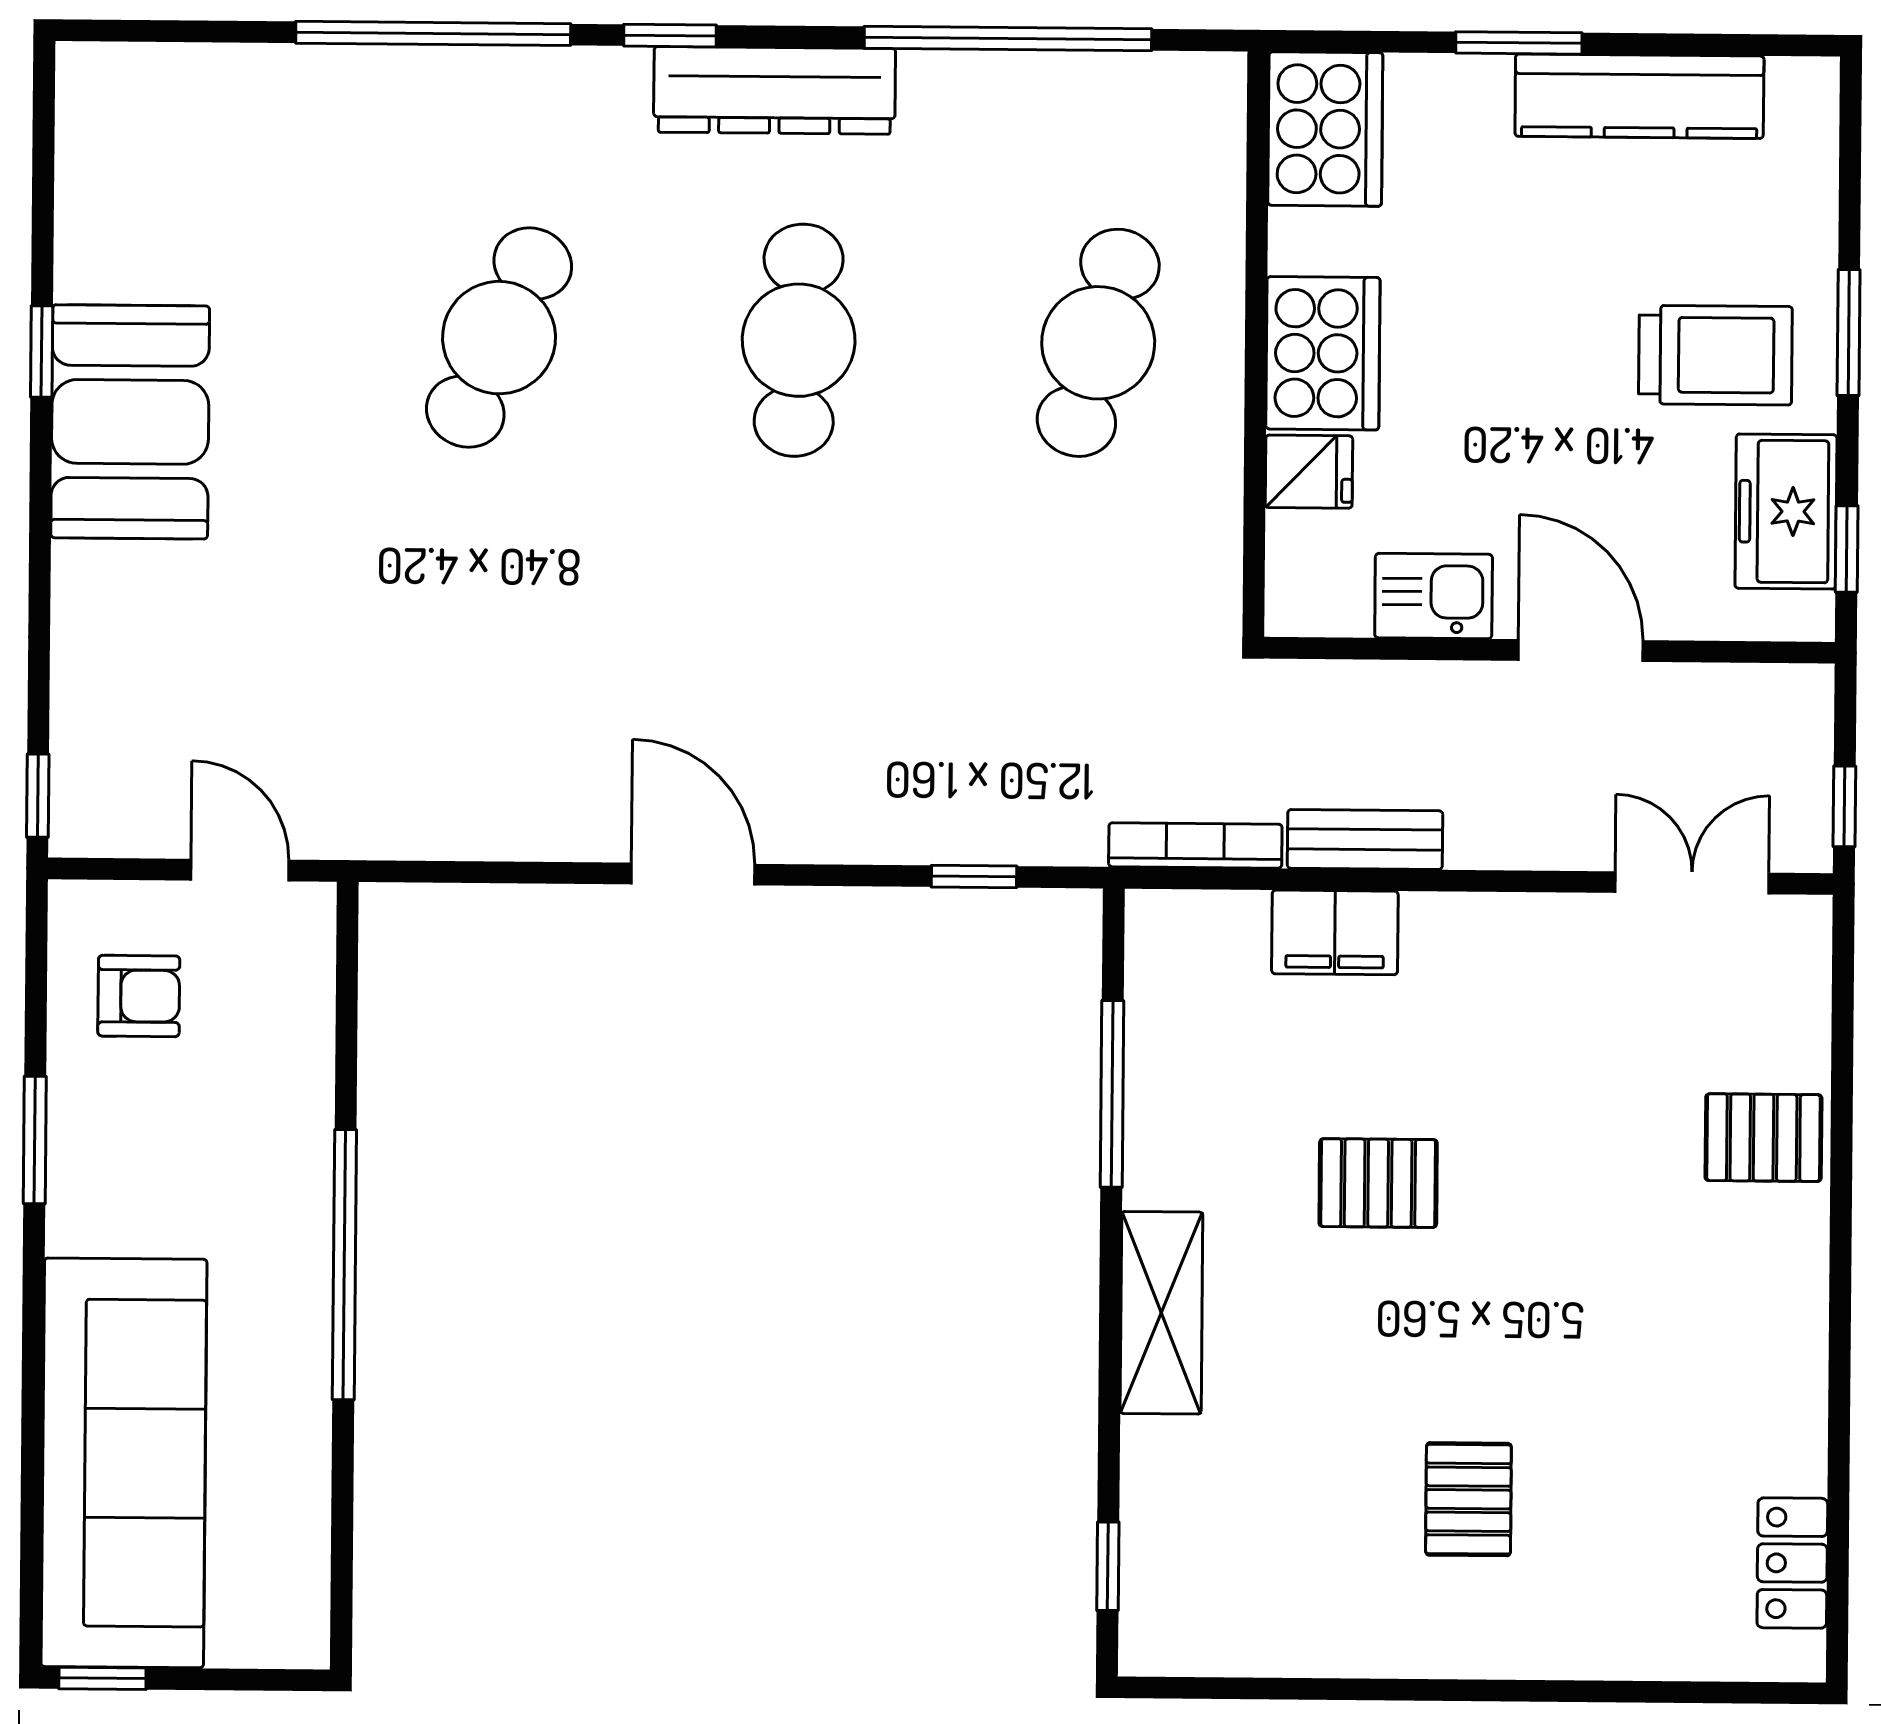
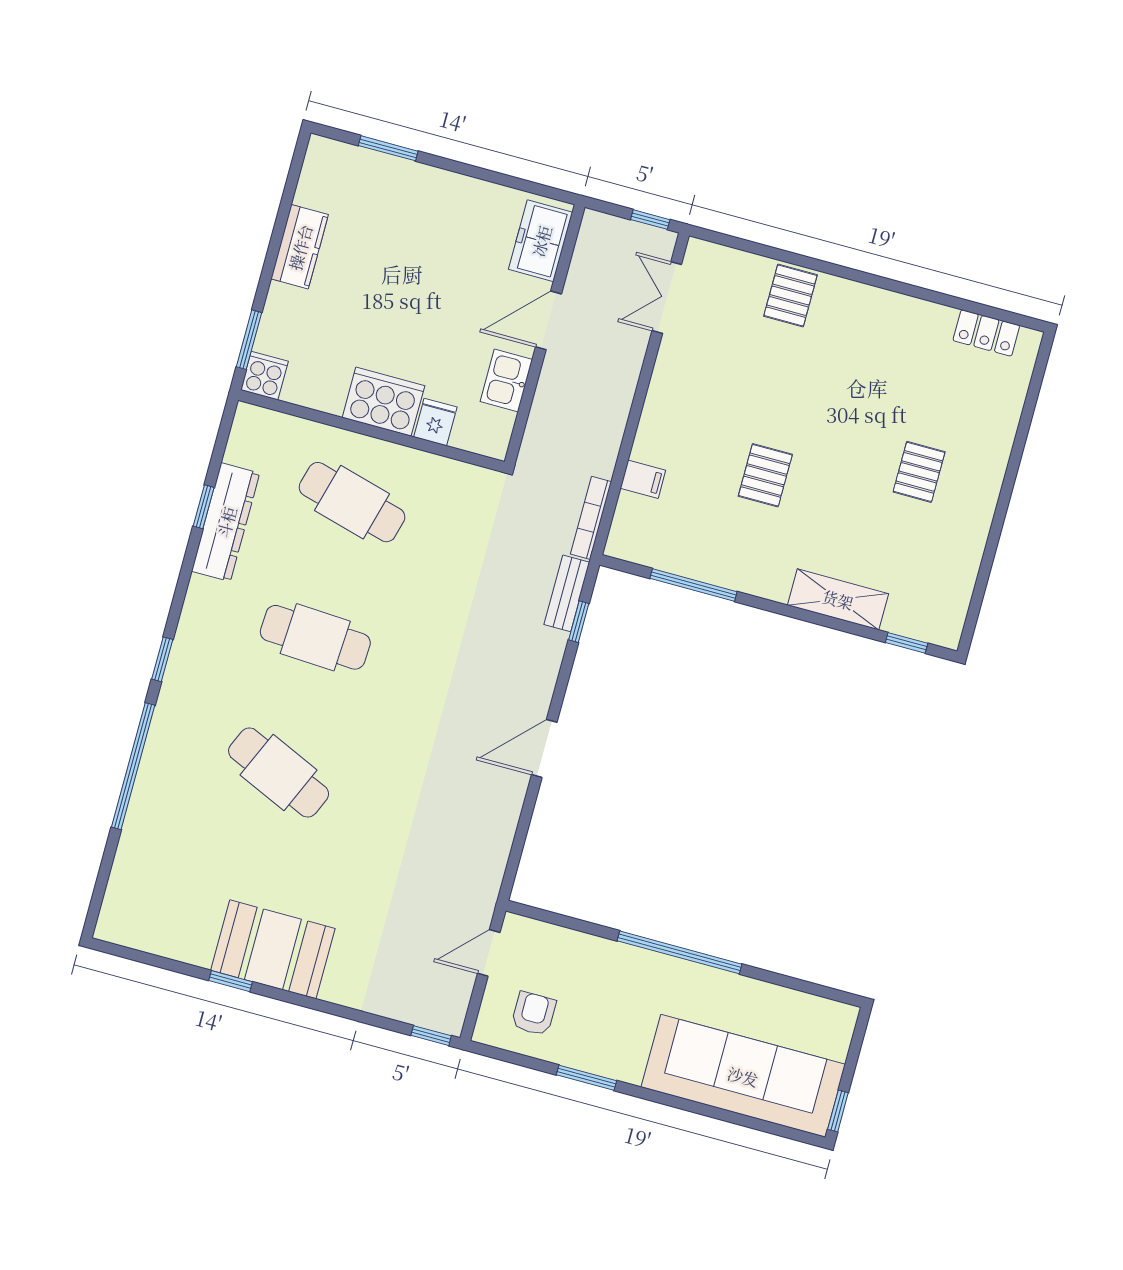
window: (1008, 38) -> (204, 507), width x0.32
window: (1519, 43) -> (249, 340), moved
dresser: (775, 90) -> (226, 522), moved
kitchen counter: (1639, 96) -> (300, 247), width x0.67
cooker: (1325, 129) -> (264, 376), width x0.53, depth x0.76
window: (1849, 333) -> (388, 148), moved
trolley: (1715, 355) -> (431, 224), removed
freezer: (1786, 512) -> (541, 241), moved, turned 90
window: (1847, 549) -> (534, 188), removed
bench: (1365, 840) -> (567, 593), moved
filing cabinet: (1335, 932) -> (643, 479), width x0.50
shelving: (1161, 1313) -> (838, 599), moved
pallet: (1468, 1499) -> (919, 472), turned 90

